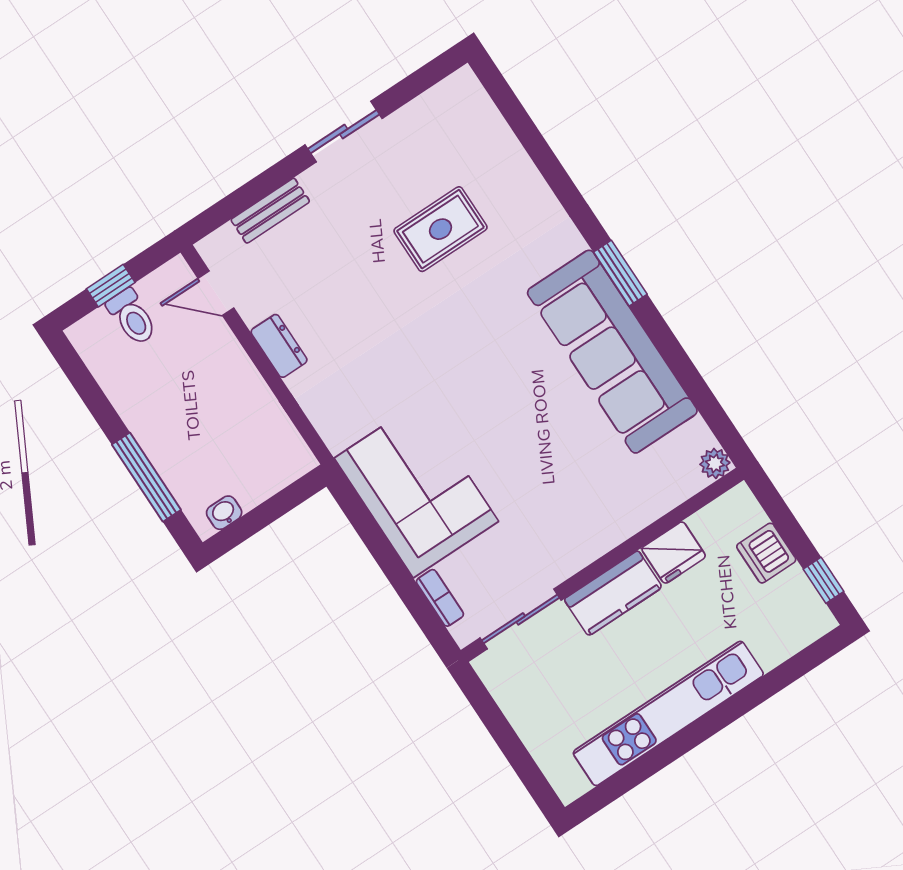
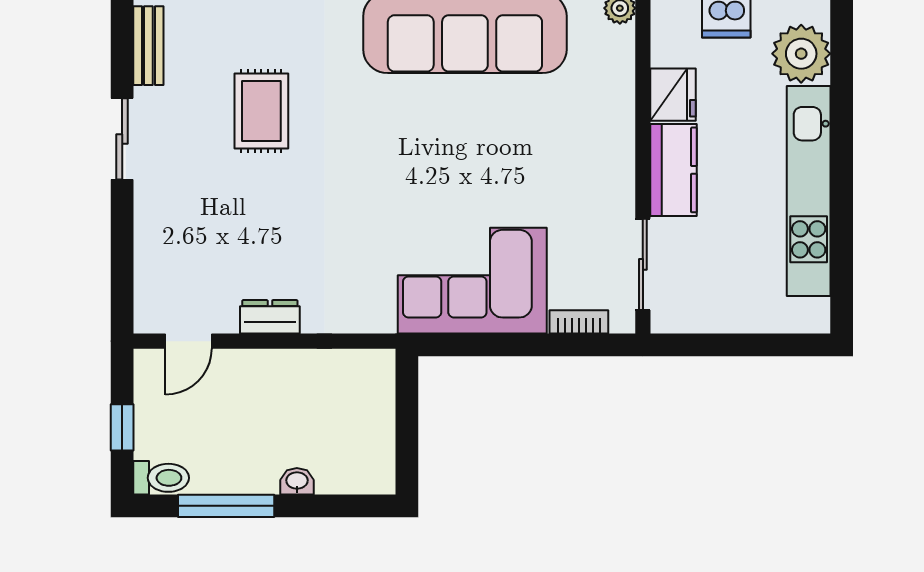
bench: (270, 211) -> (148, 46), moved
toilet: (132, 317) -> (161, 478), moved
window: (146, 477) -> (226, 506), moved
washbasin: (224, 513) -> (297, 481), moved, turned 90
plant: (775, 634) -> (801, 54), added

